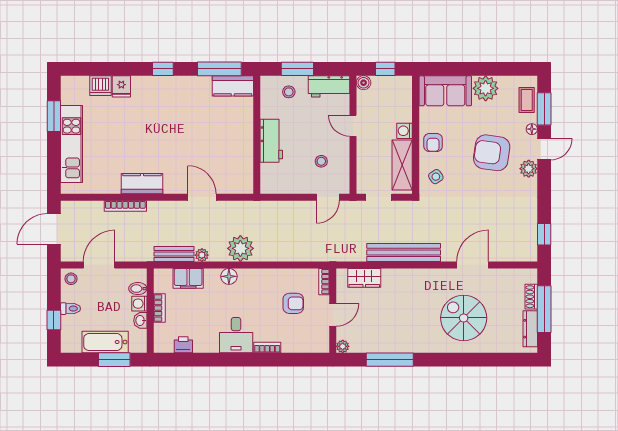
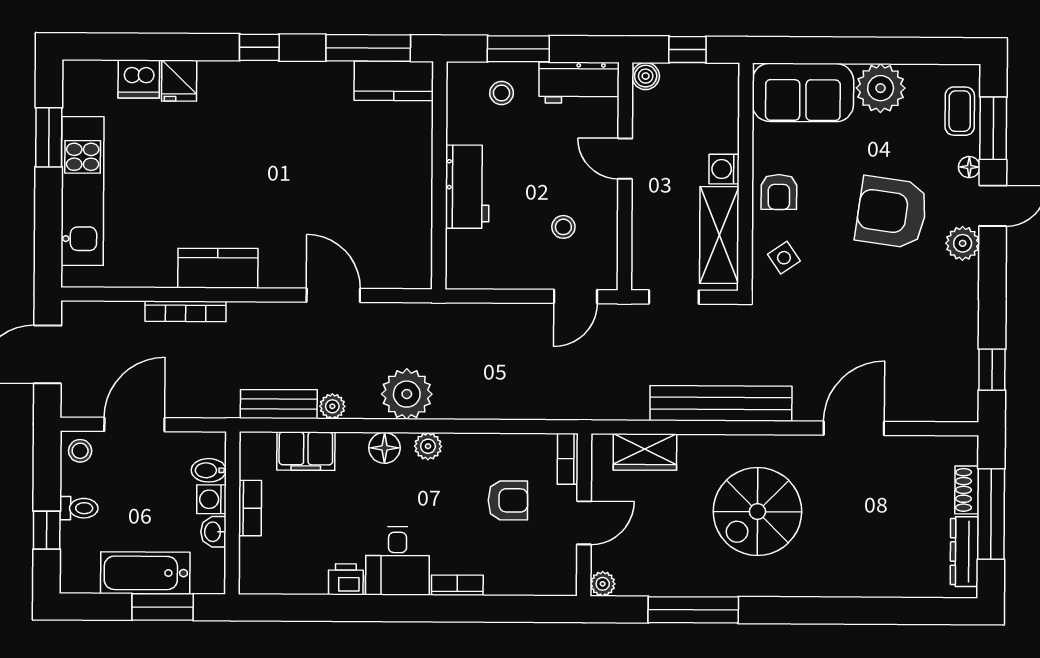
plant: (252, 275) -> (428, 446), added
spiral stairs: (464, 318) -> (757, 512), moved, turned -90
printer: (183, 345) -> (346, 579), moved

